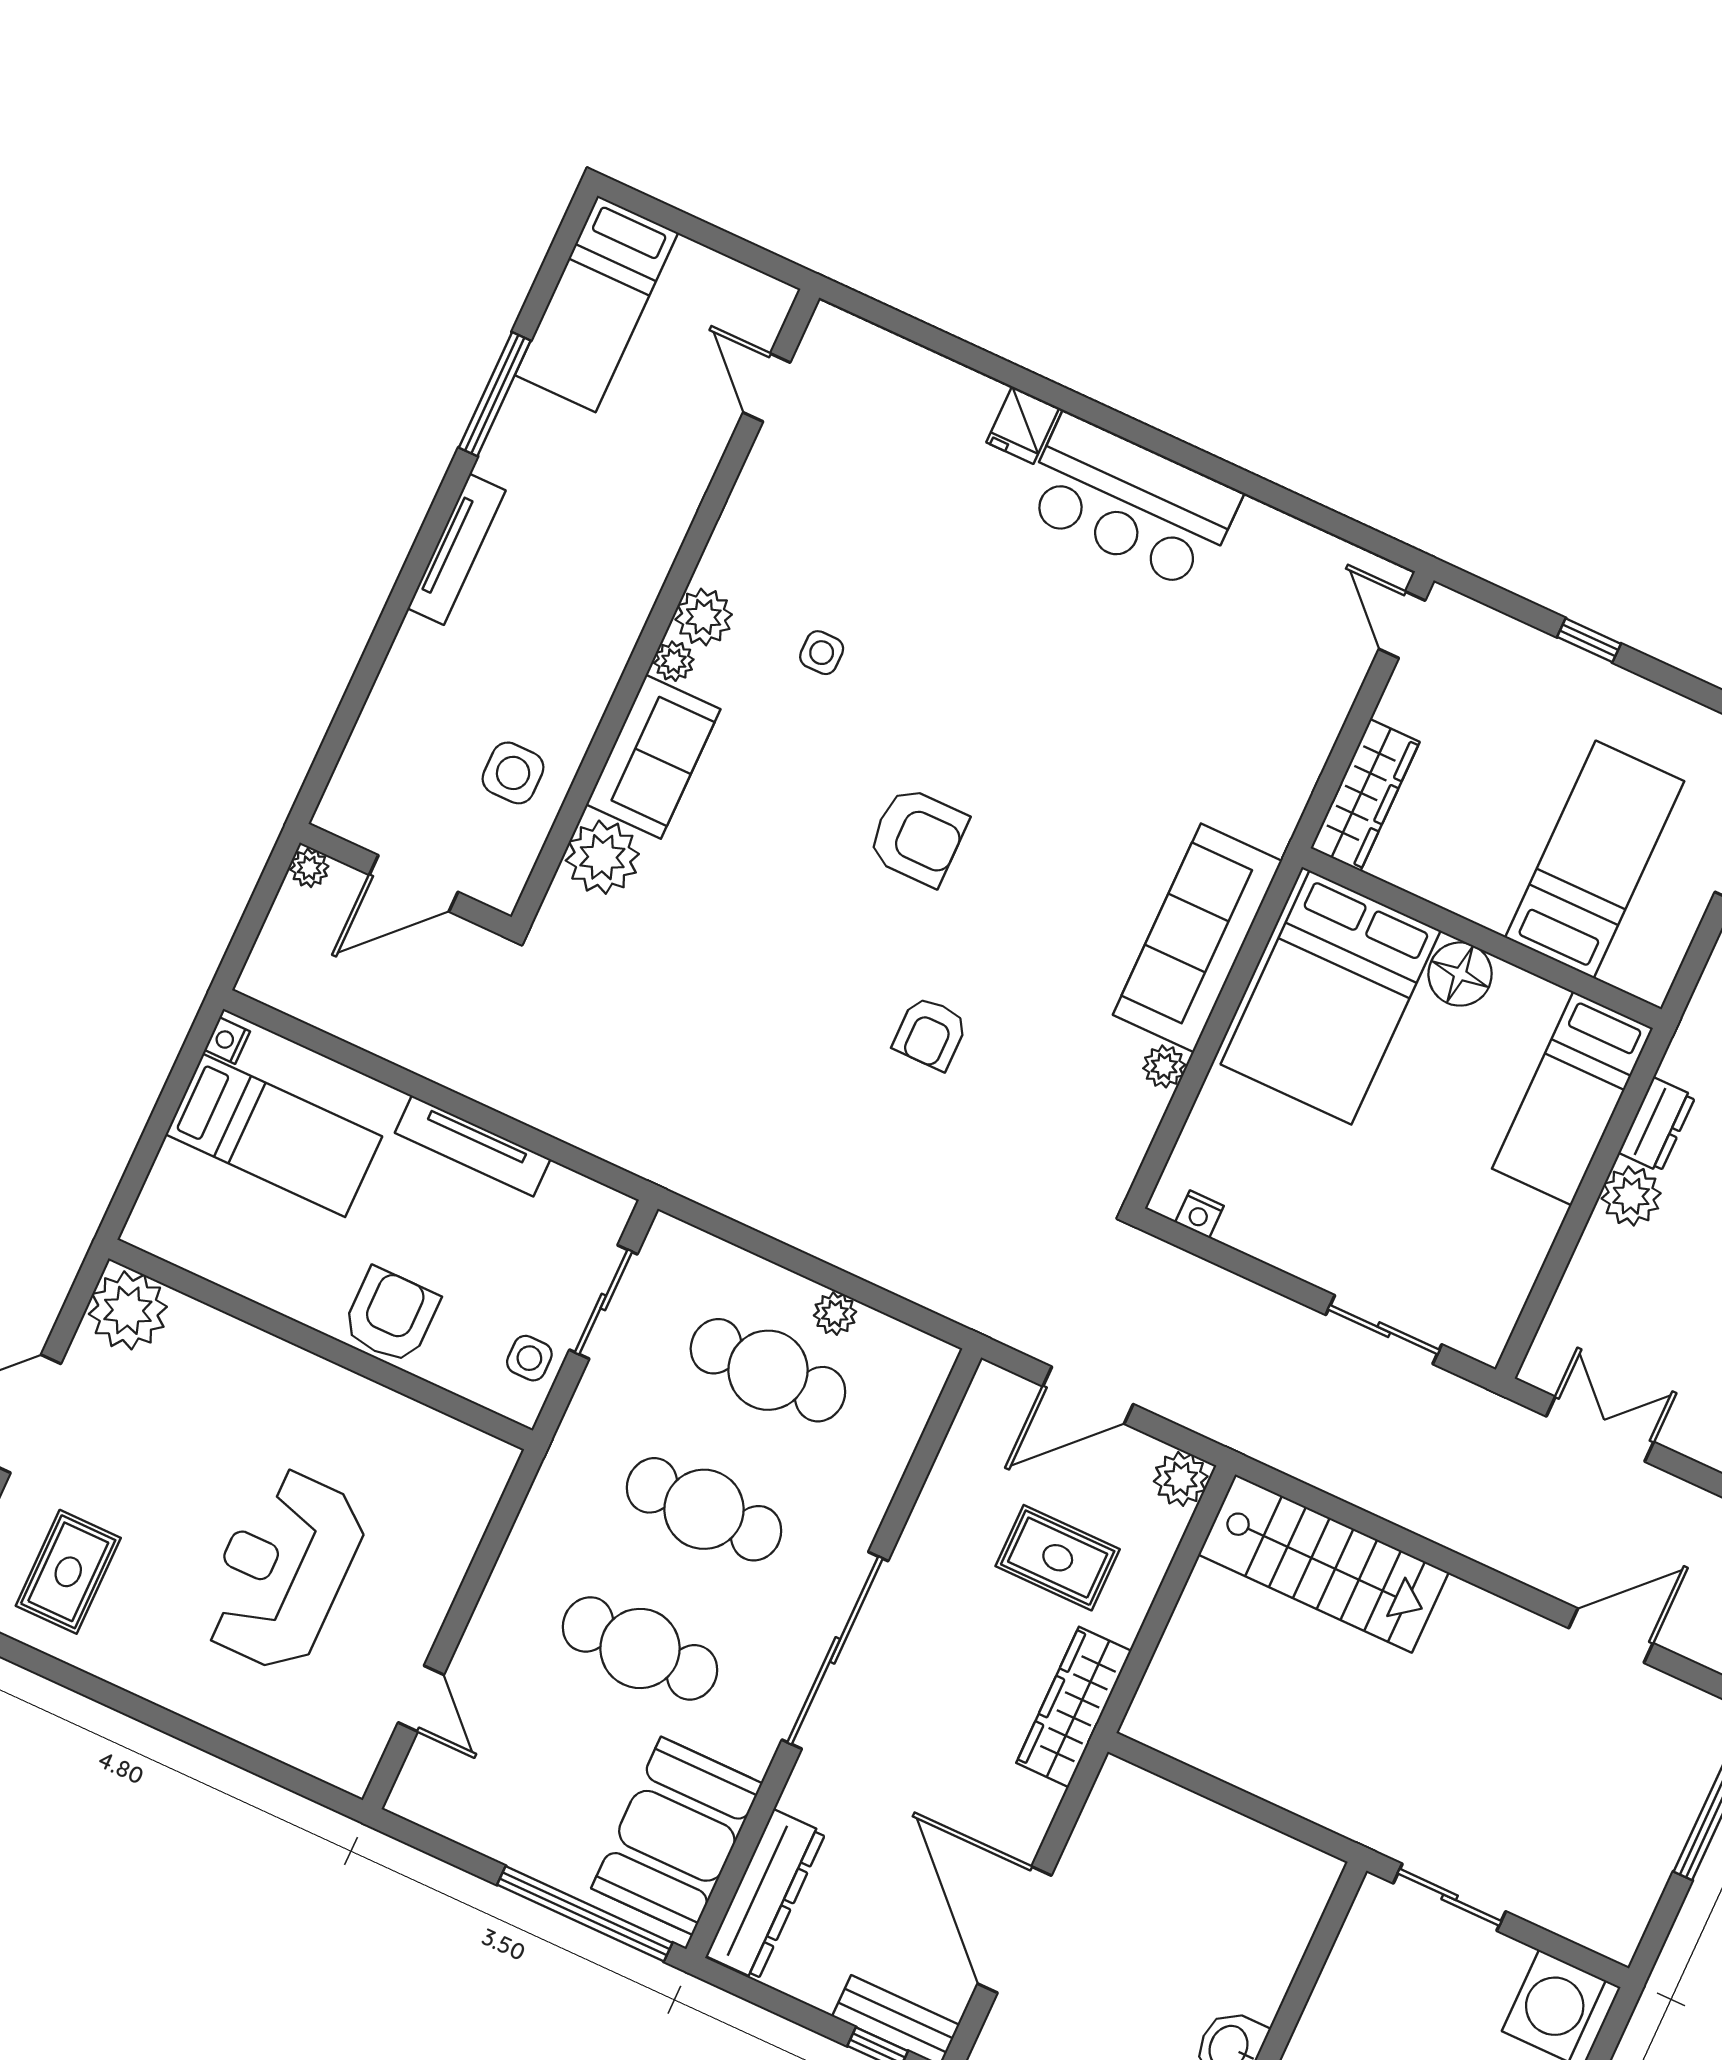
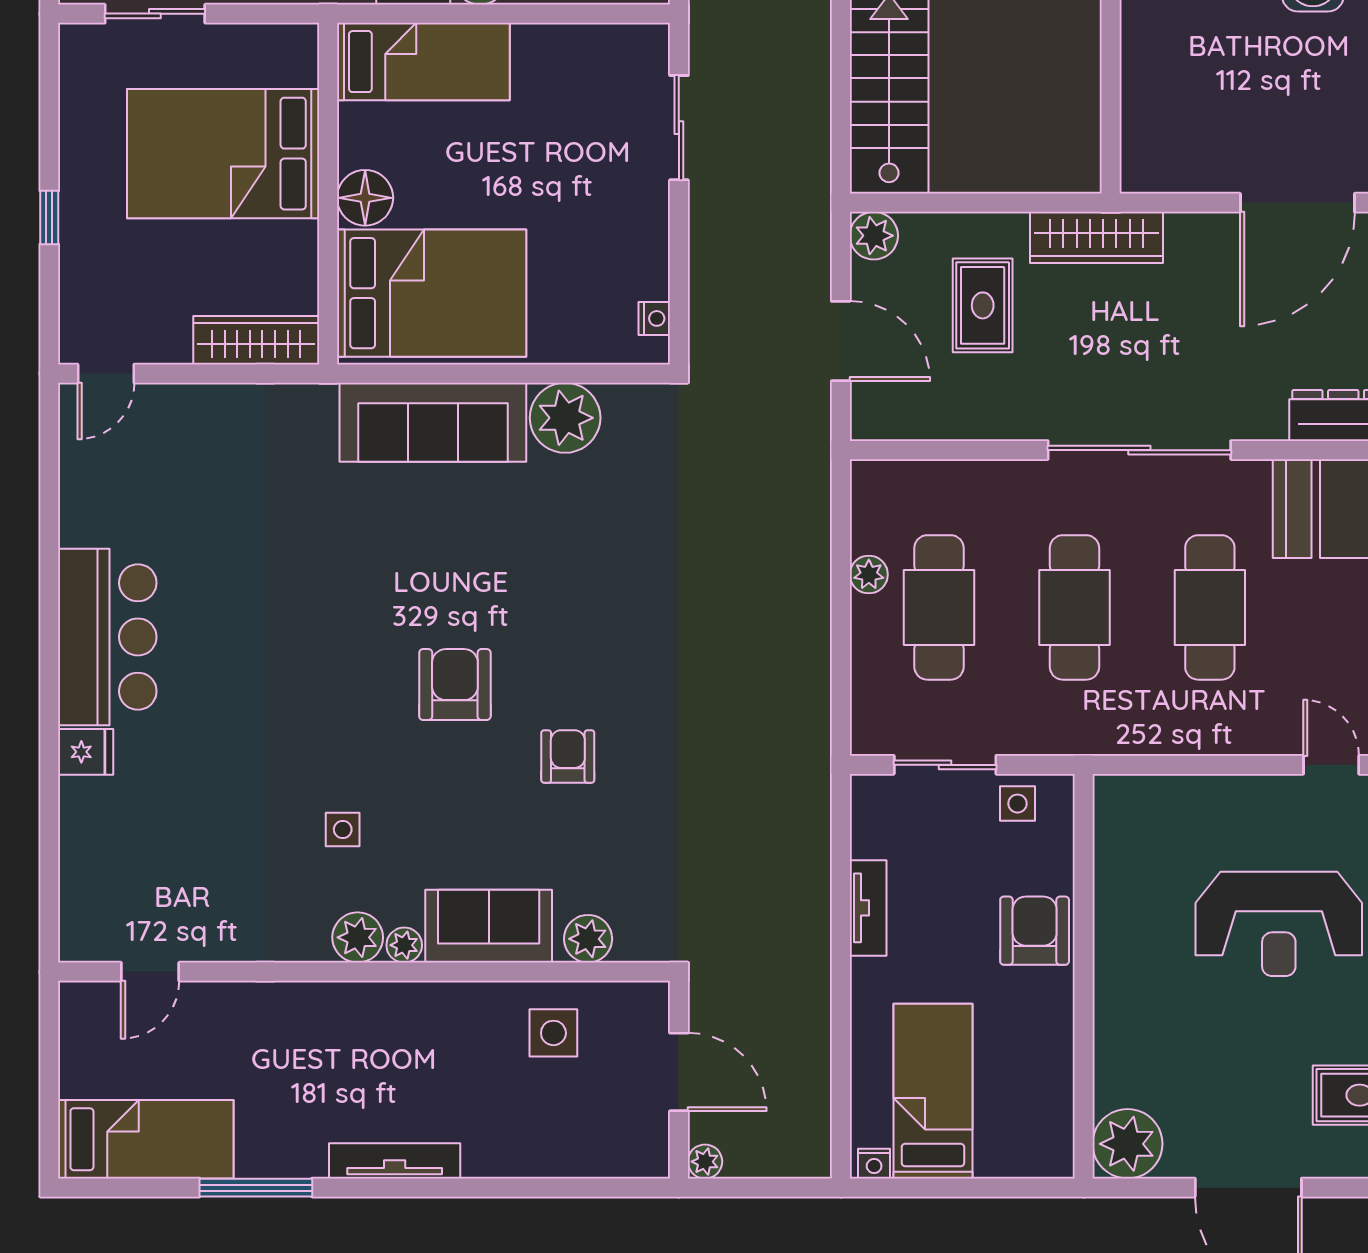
plant: (602, 857) -> (588, 939), width x0.73, depth x0.73
bed: (1595, 859) -> (223, 154), width x1.50
armchair: (930, 1033) -> (568, 756), moved, turned -90
plant: (1164, 1066) -> (565, 418), width x1.87, depth x1.87
tv unit: (473, 1146) -> (868, 908), width x0.71
armchair: (391, 1316) -> (1035, 931), turned 90
door: (421, 1699) -> (1331, 765), hinge flipped

